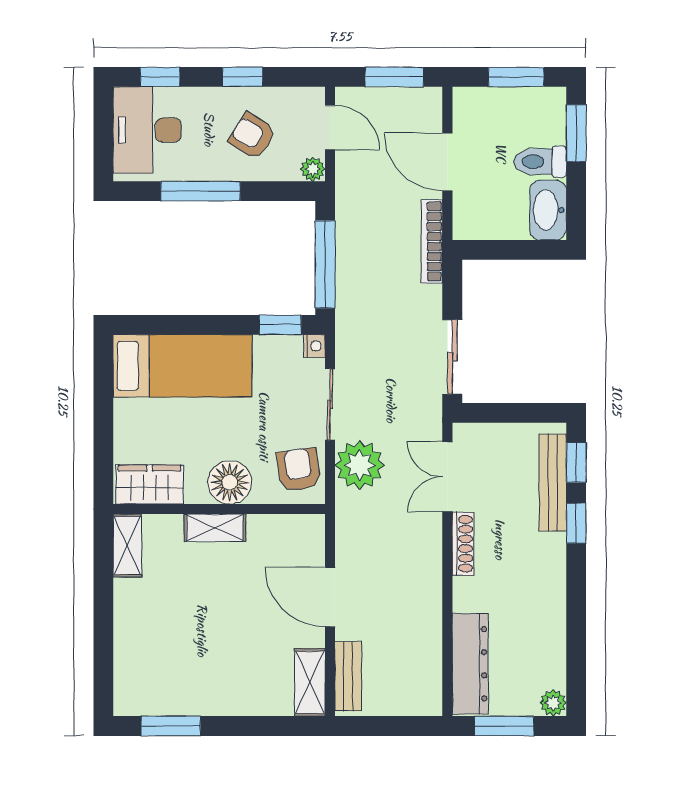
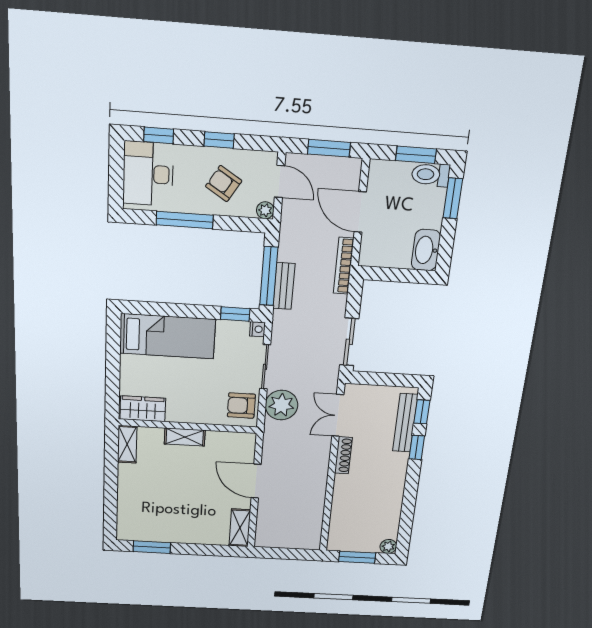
toilet: (540, 162) -> (431, 175), moved
armchair: (299, 470) -> (241, 406), turned -82
floor lamp: (230, 482) -> (196, 411), removed
dresser: (470, 664) -> (340, 523), removed
bench: (348, 676) -> (284, 286), moved

